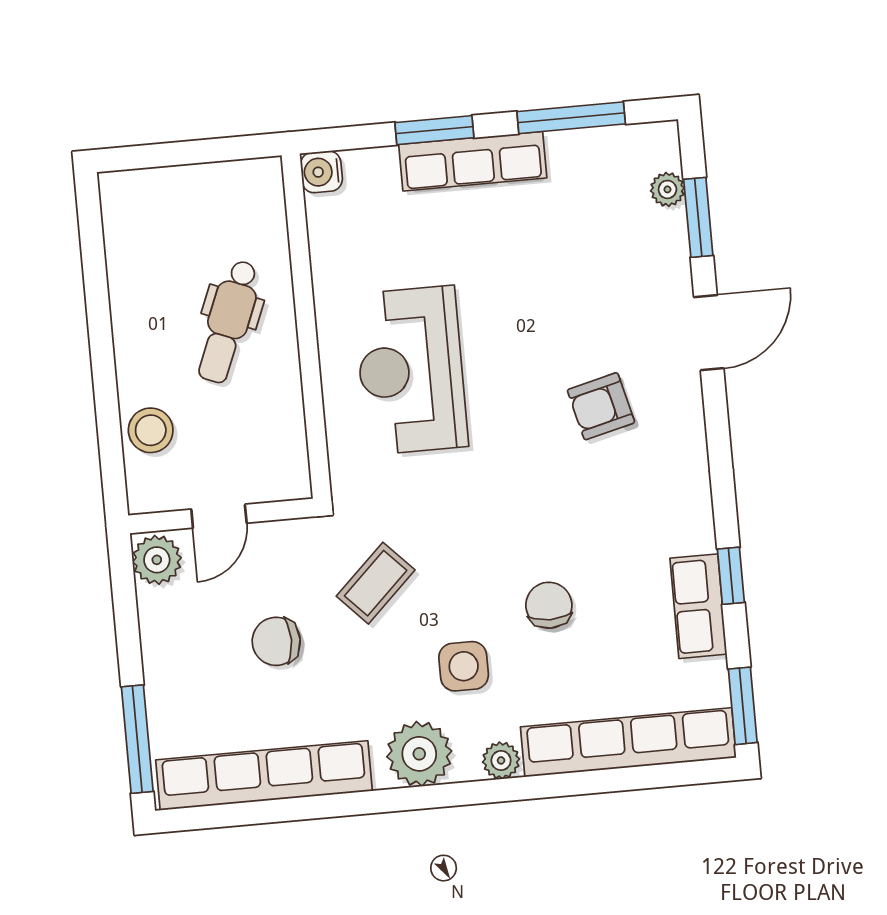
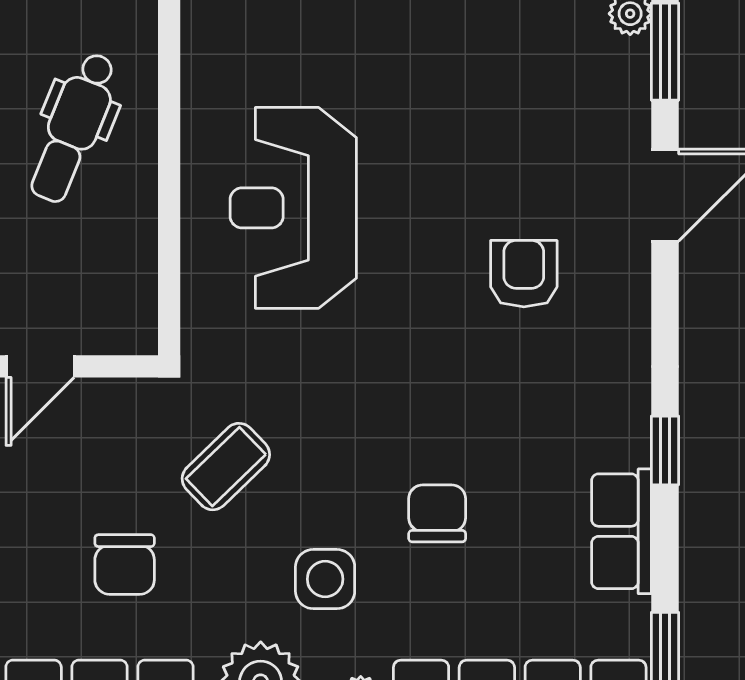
armchair: (601, 406) -> (524, 274), turned 104
window: (731, 576) -> (665, 450), moved
chair: (276, 641) -> (125, 564), moved, turned -90

